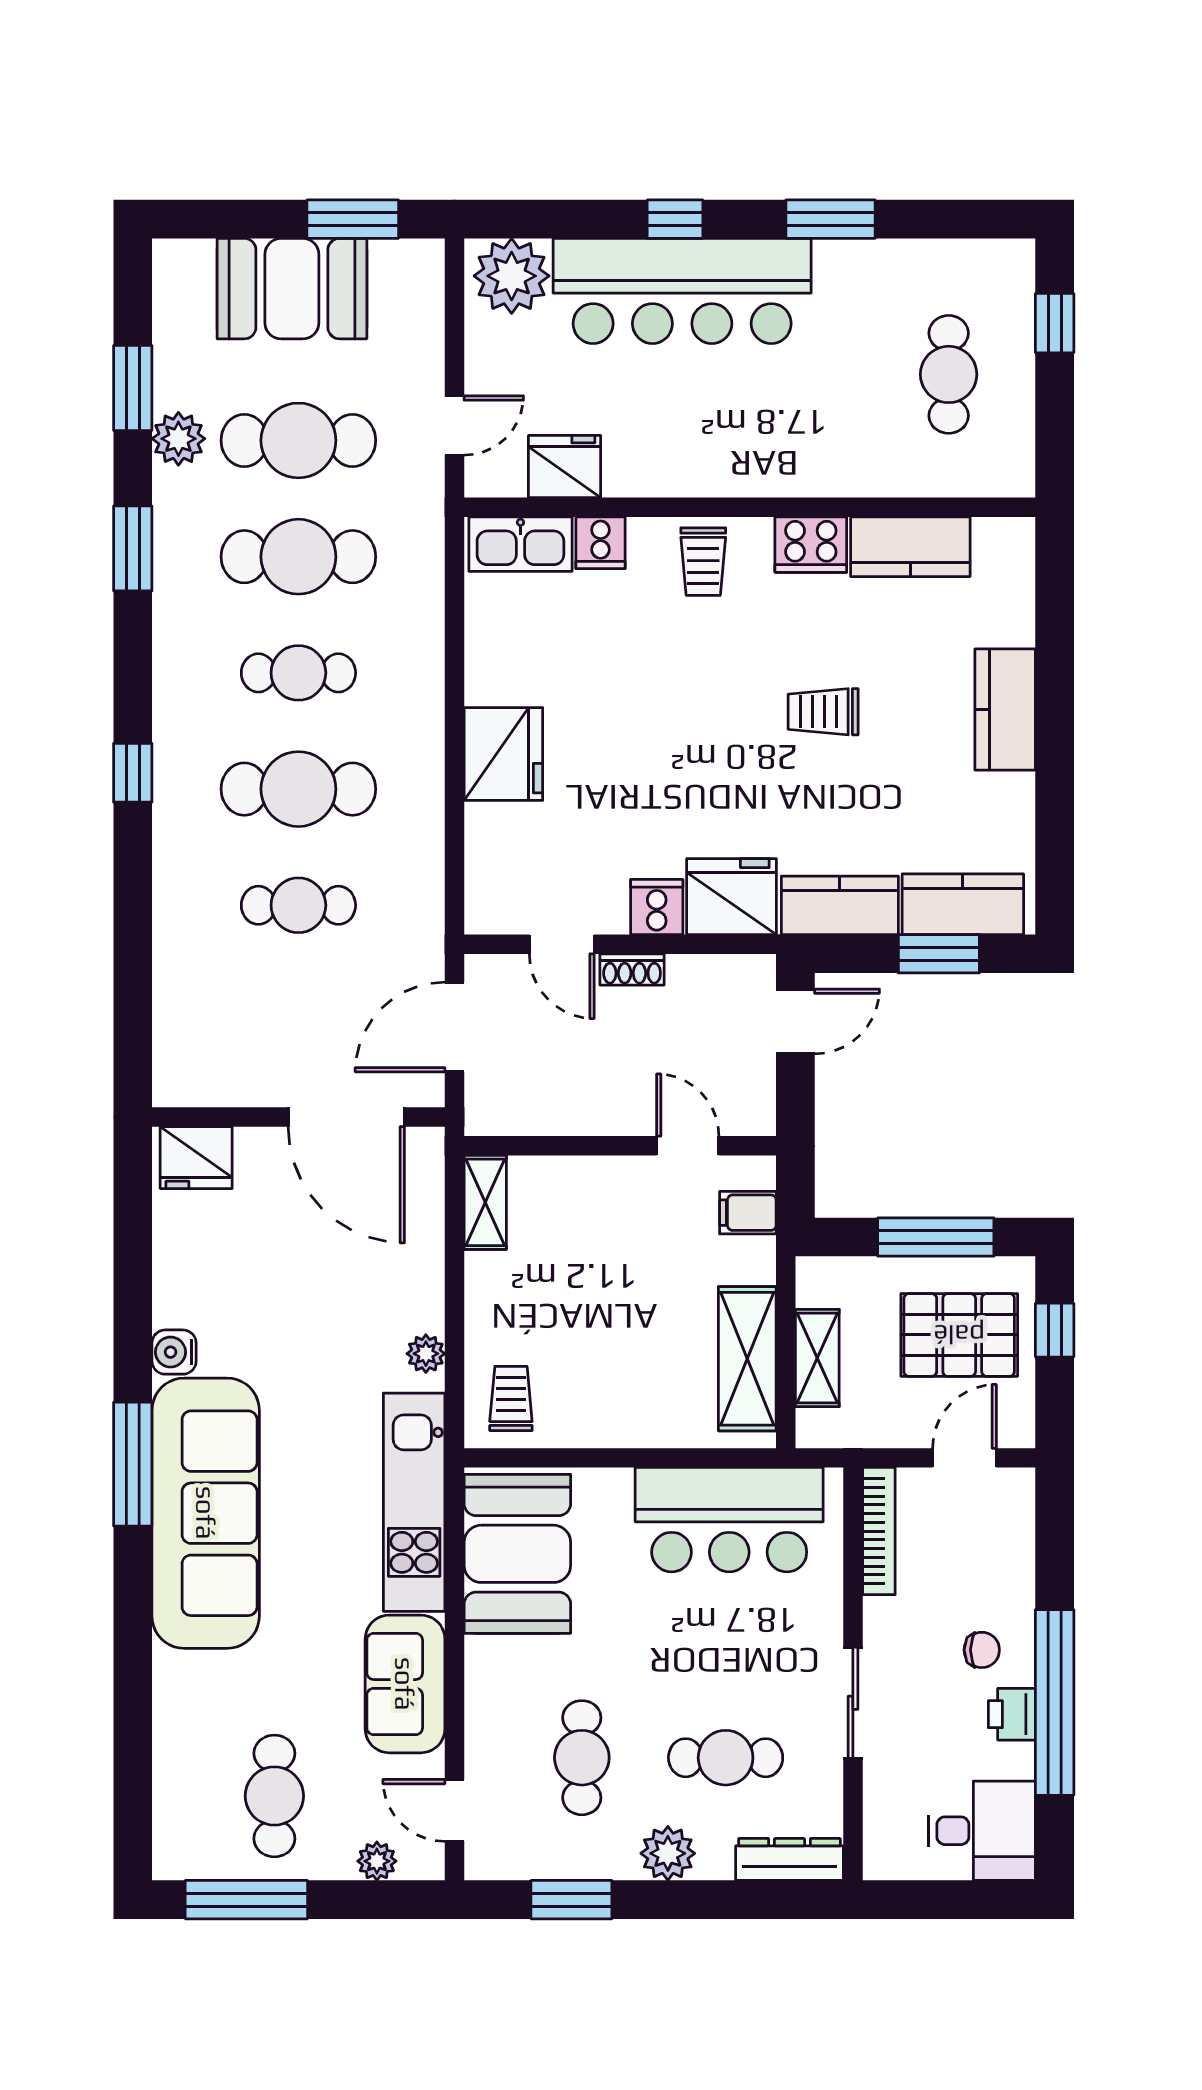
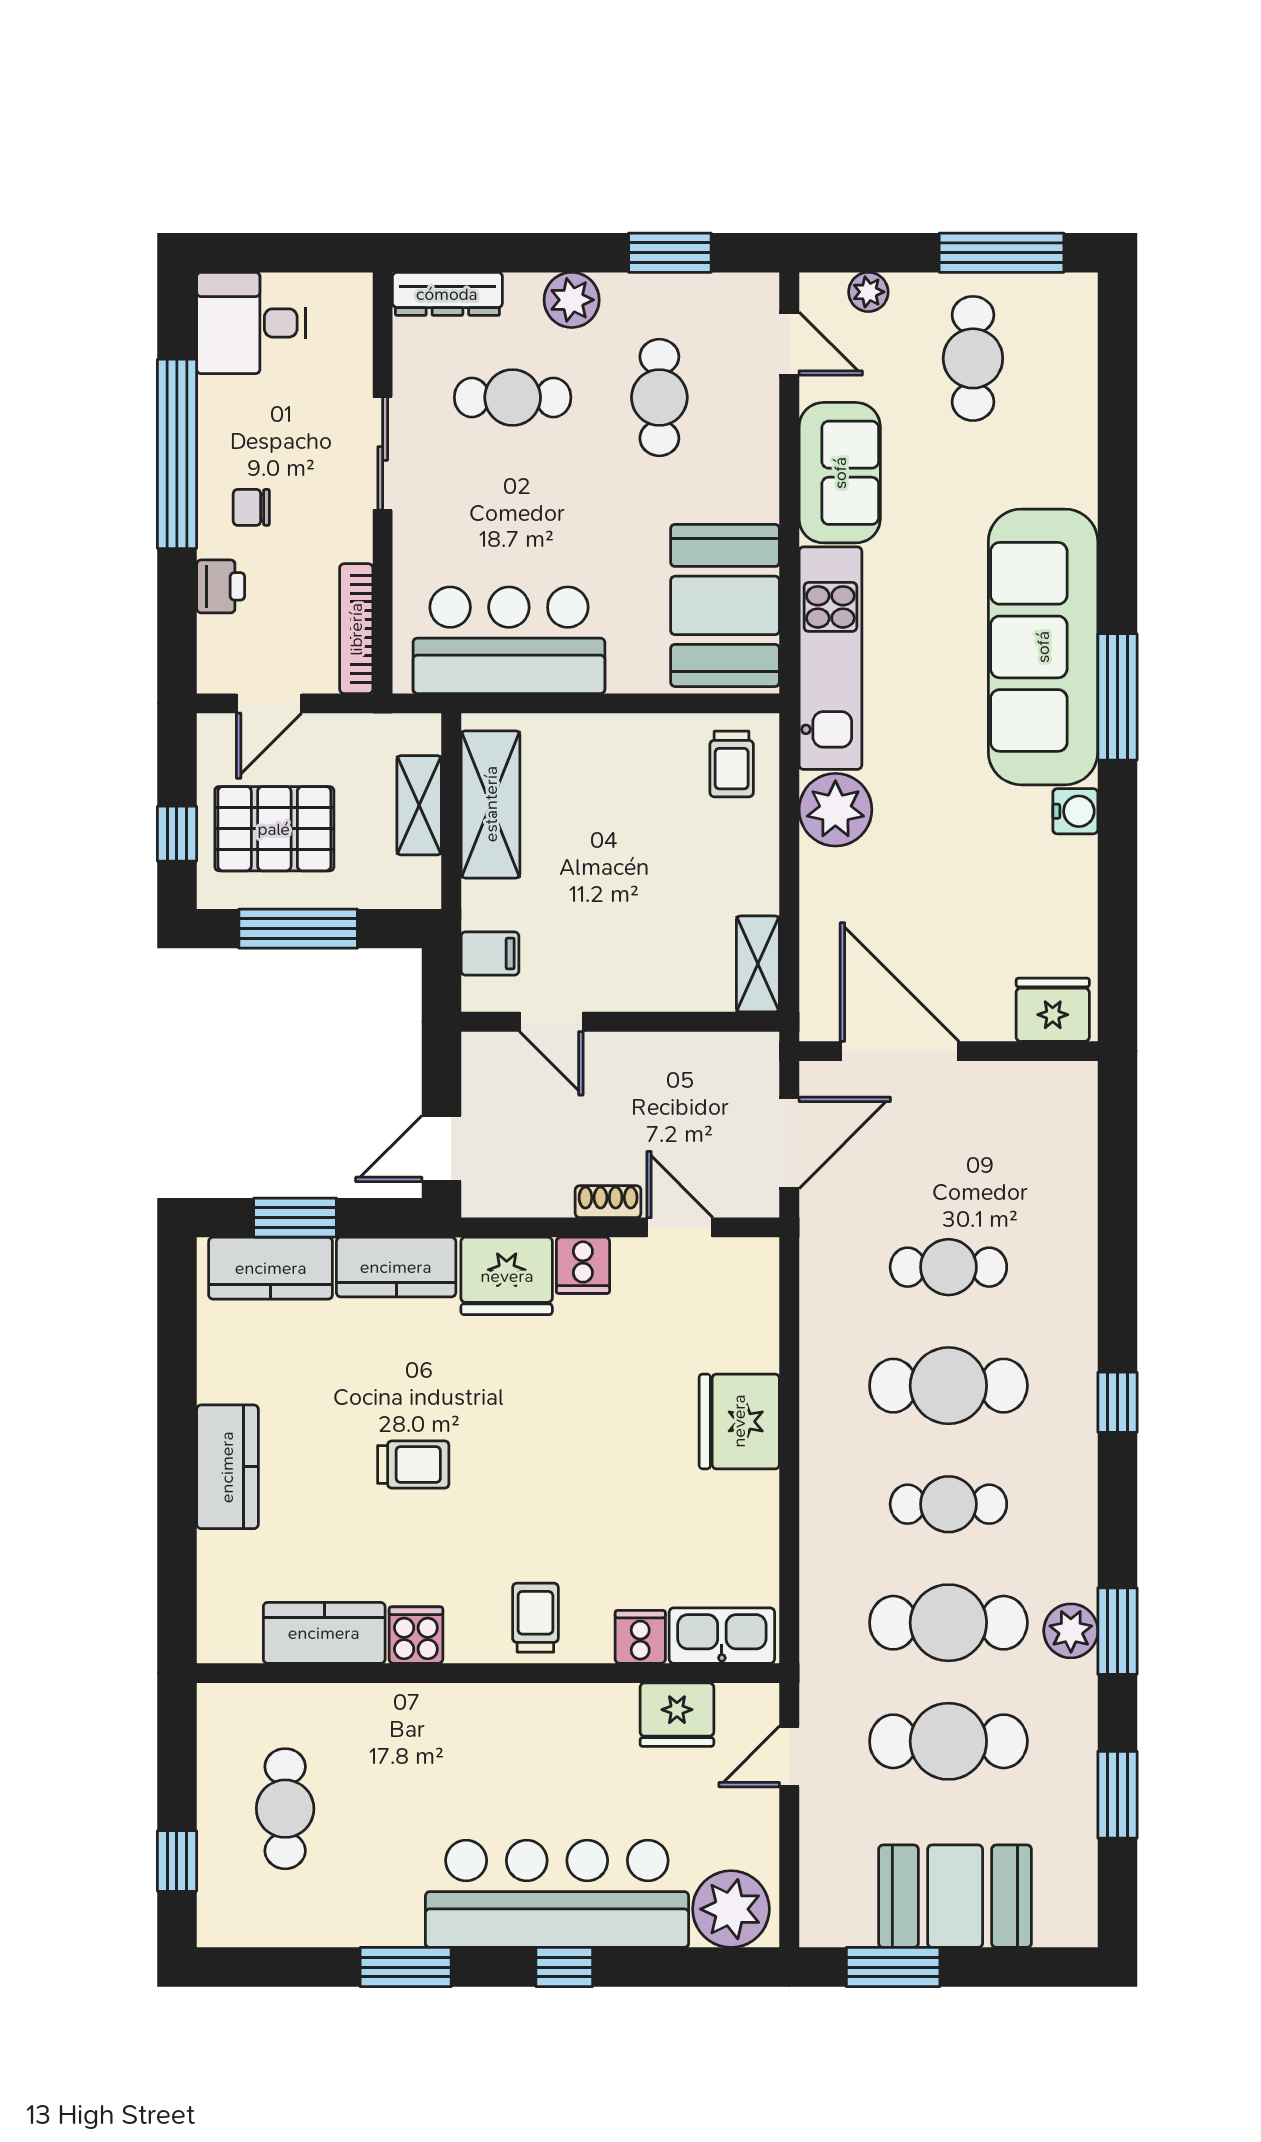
plant: (178, 439) -> (1071, 1631), moved
cooker: (811, 545) -> (416, 1635), width x0.73
plant: (426, 1354) -> (835, 810), width x1.87, depth x1.87
printer: (1012, 1714) -> (221, 586), moved

